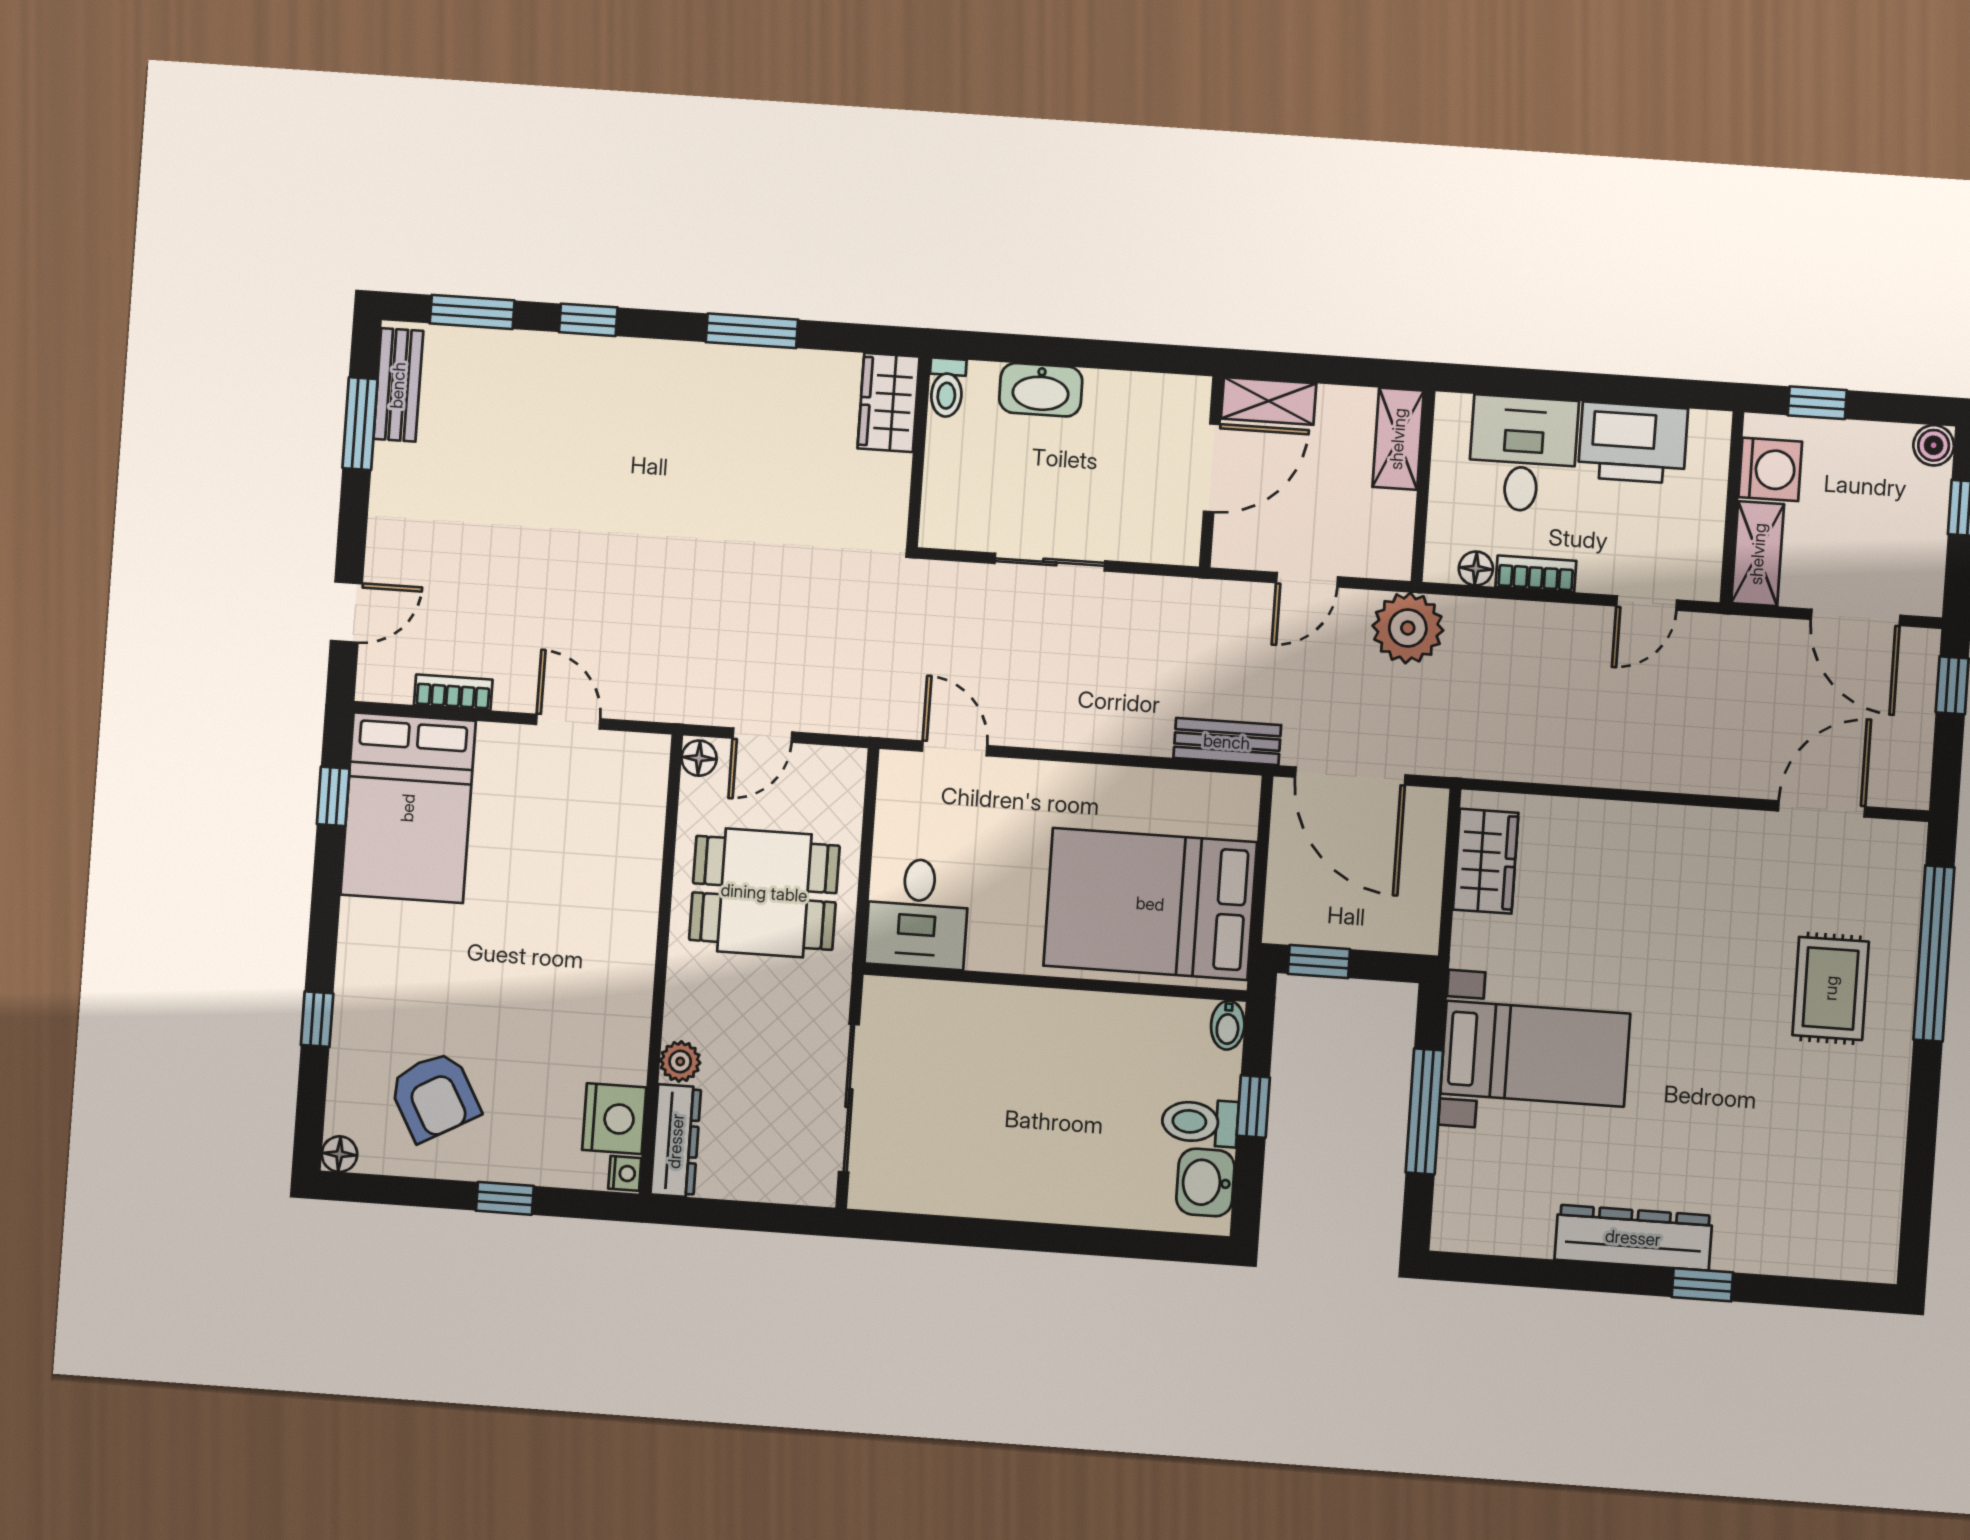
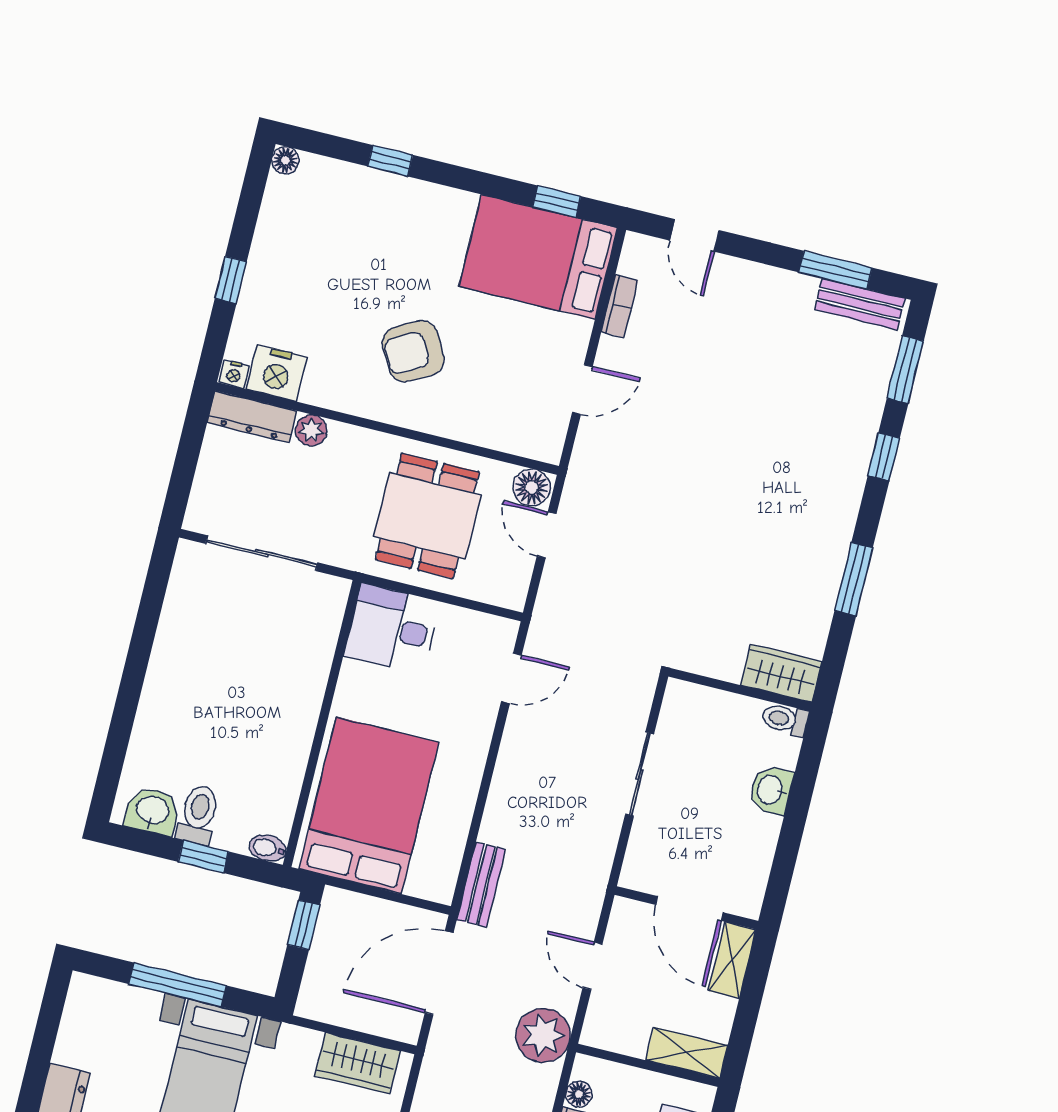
washbasin: (1041, 390) -> (771, 790), width x0.72
floor lamp: (699, 758) -> (532, 487), width x1.37, depth x1.37
armchair: (434, 1096) -> (413, 351), moved

